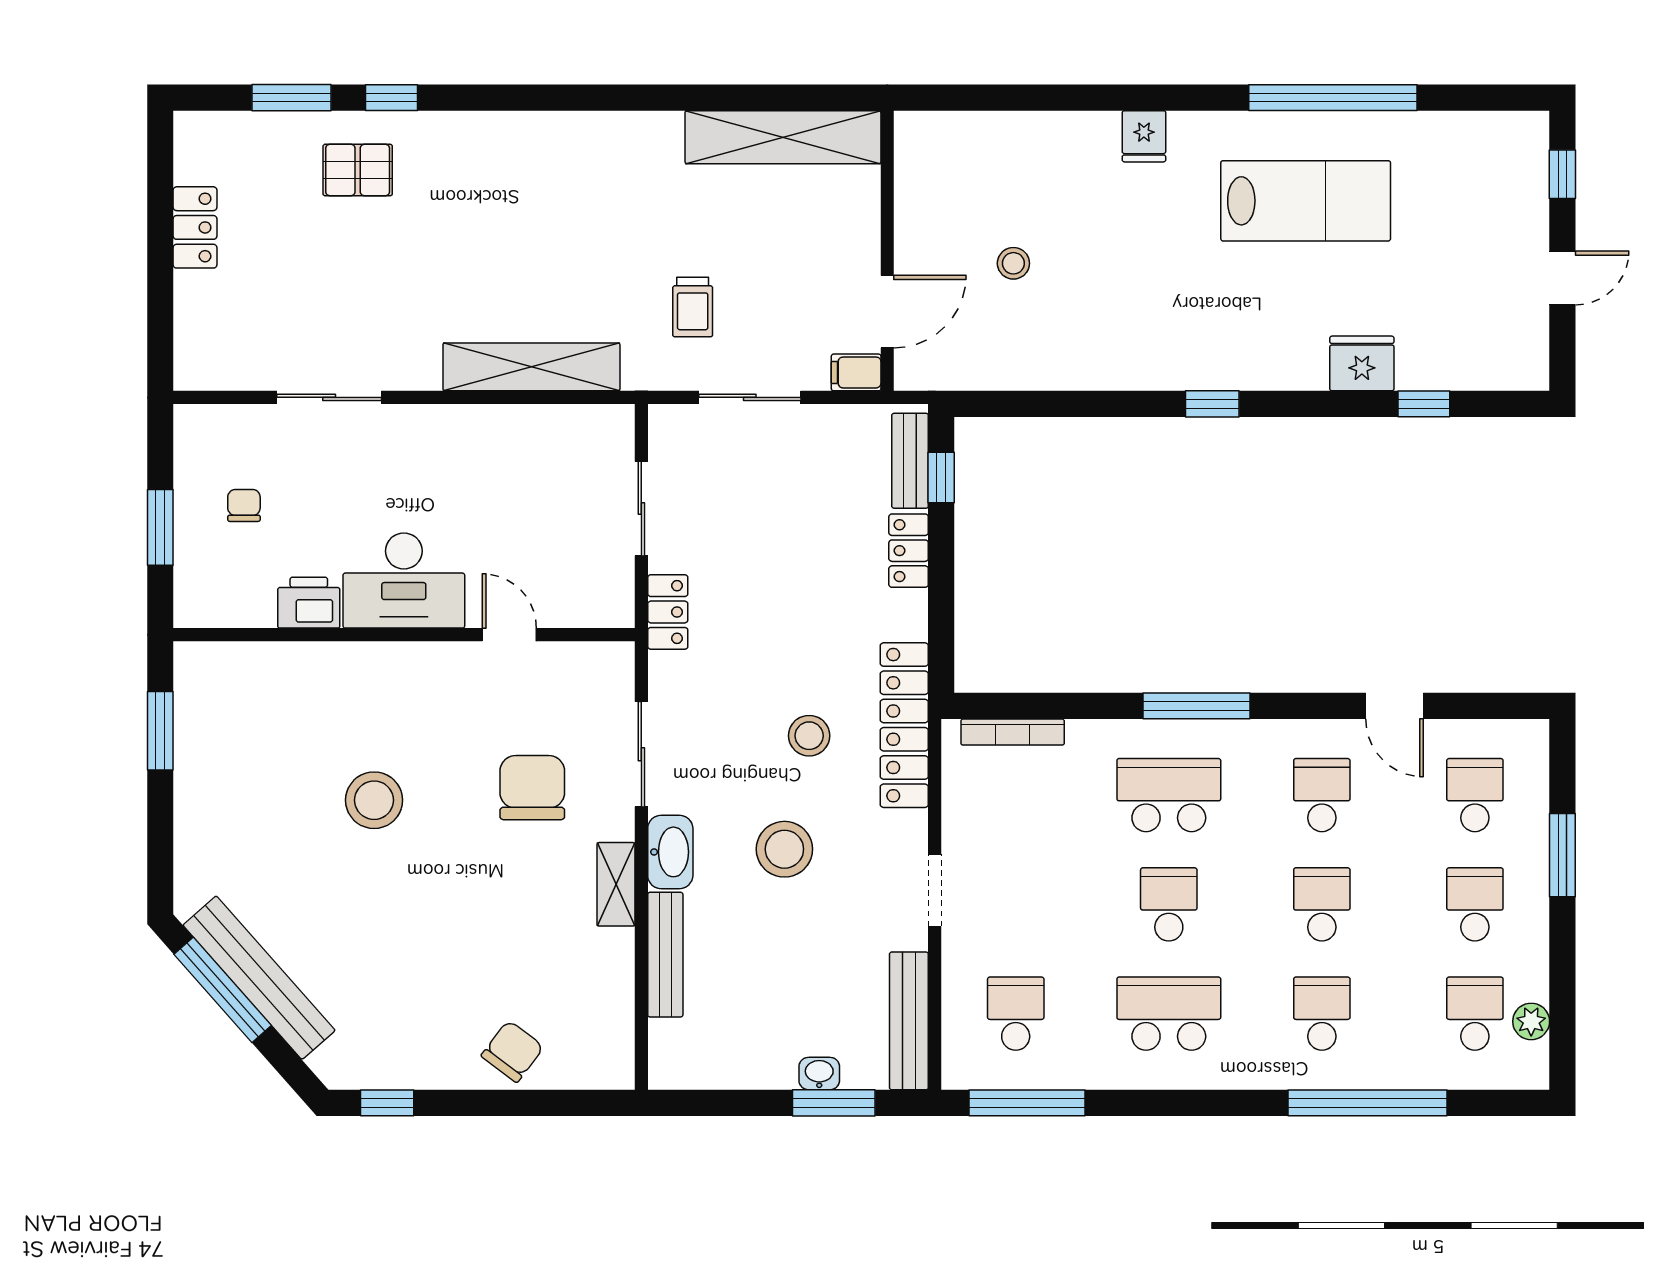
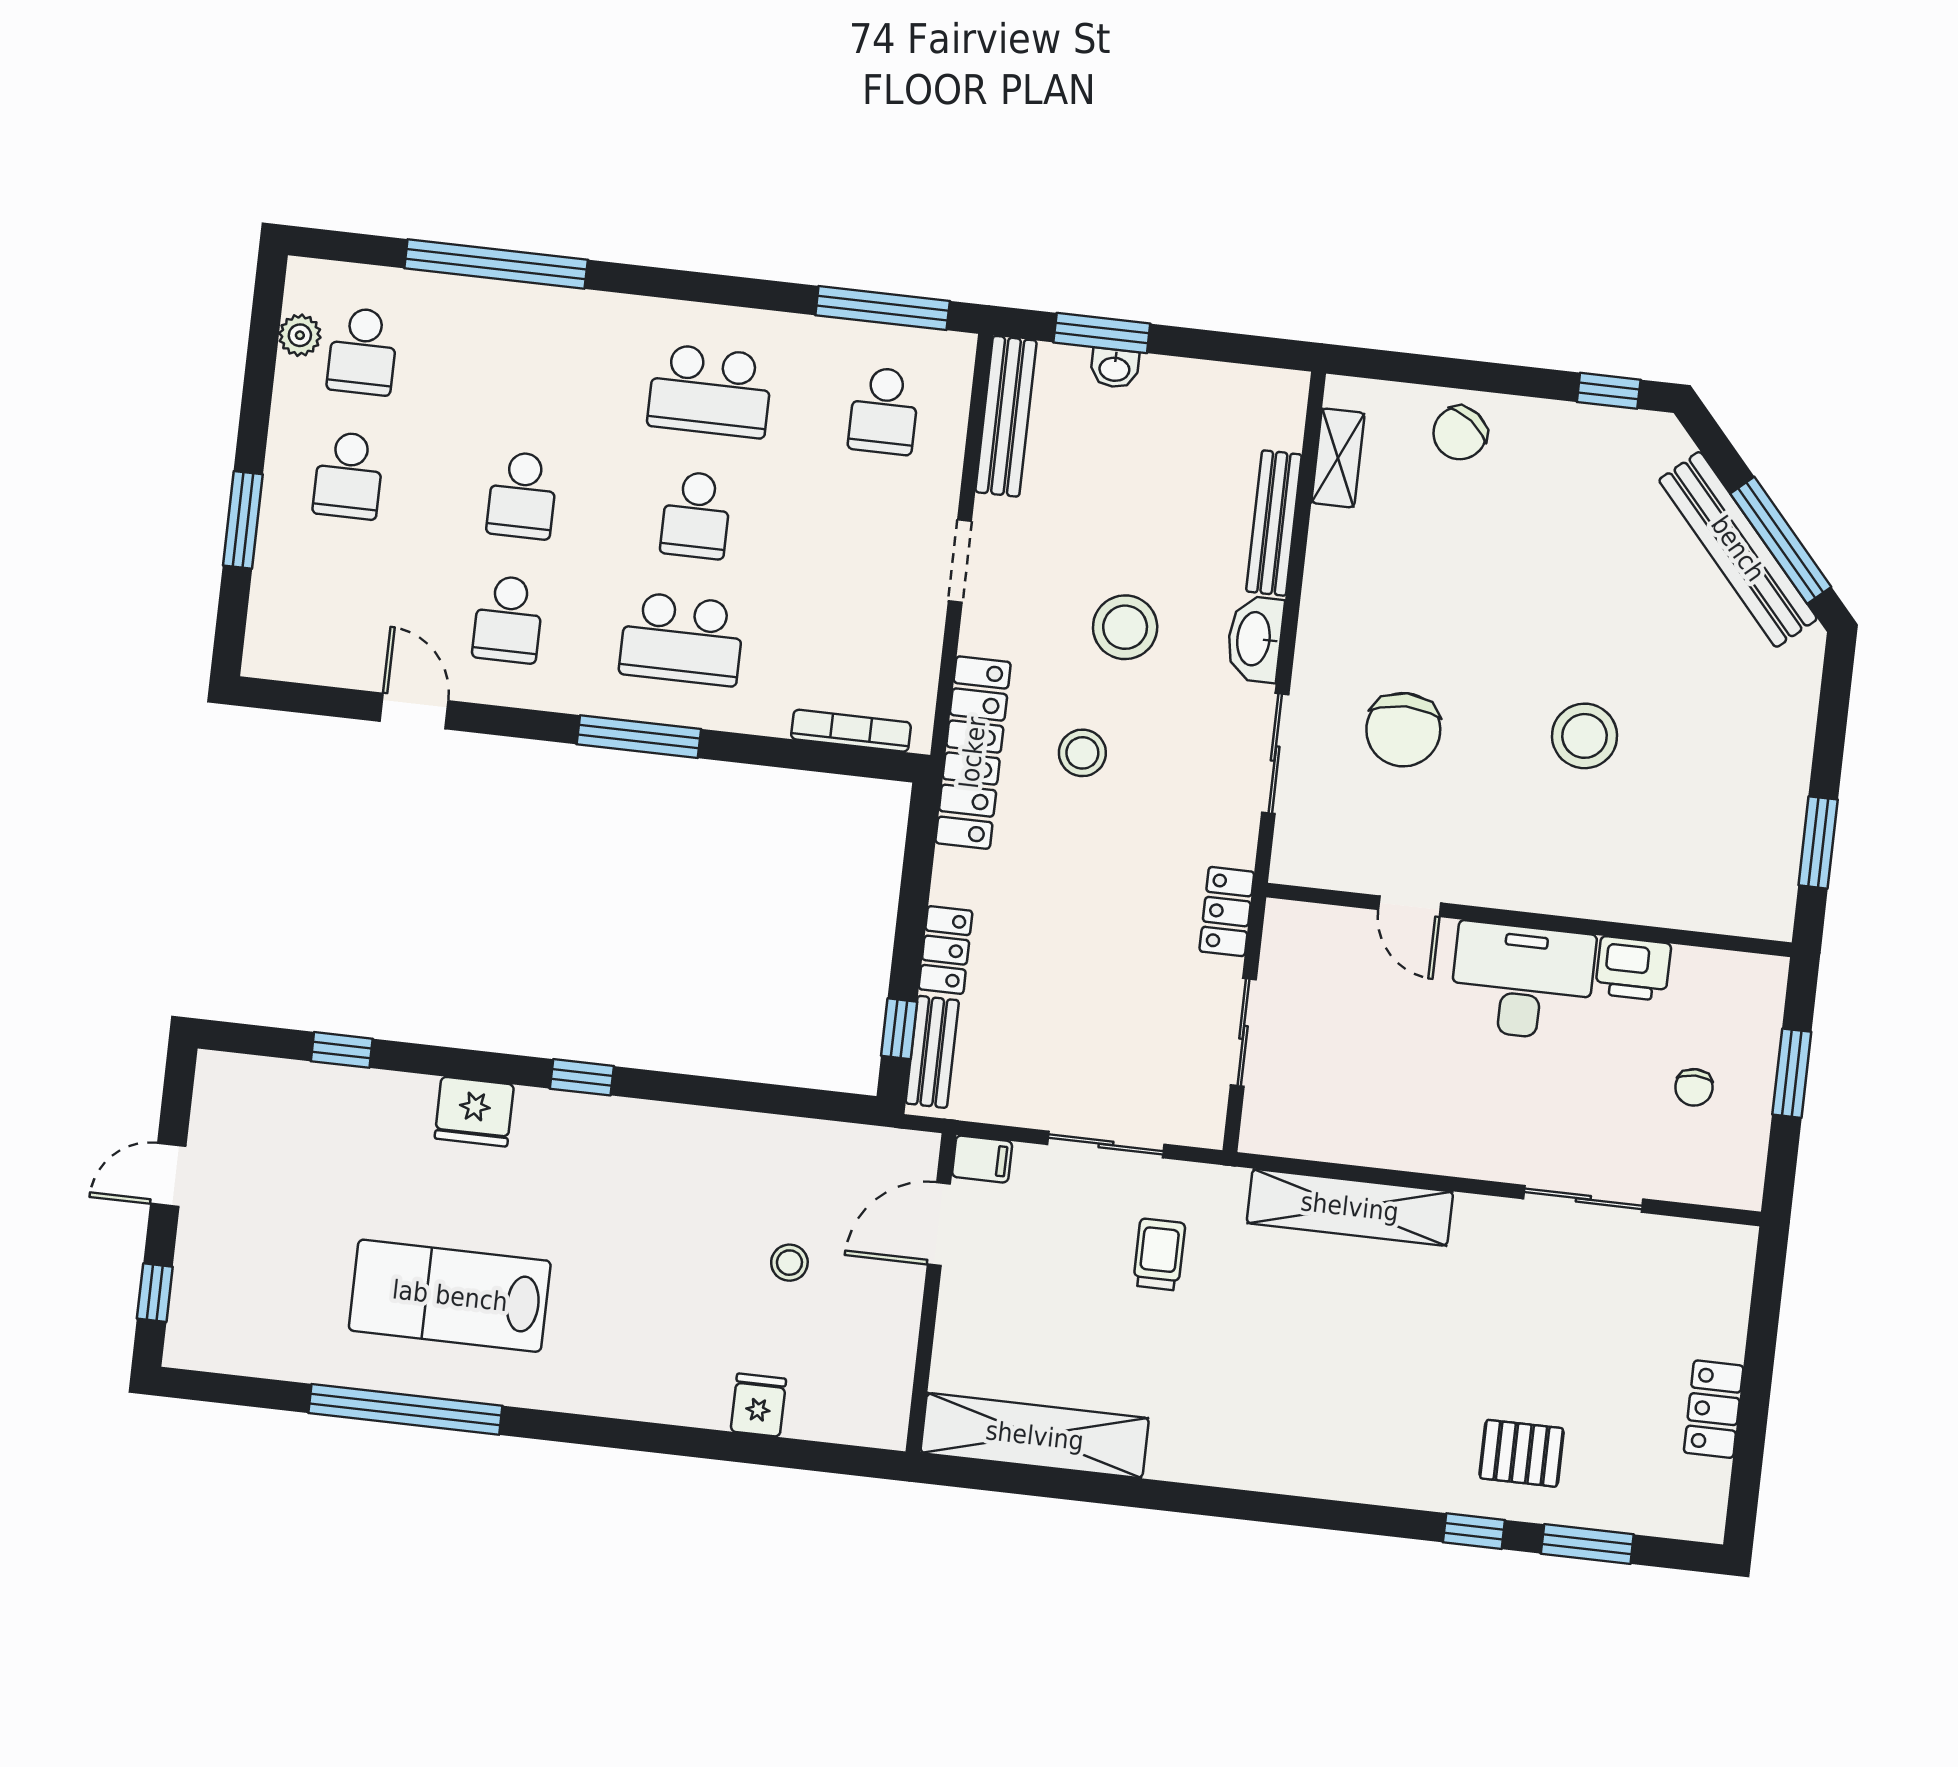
fridge: (1144, 136) -> (758, 1405), moved
fridge: (1362, 363) -> (474, 1112), moved
school desk: (1475, 795) -> (334, 599), removed
shelving: (616, 884) -> (1338, 458), moved
school desk: (1322, 1014) -> (536, 371), removed

